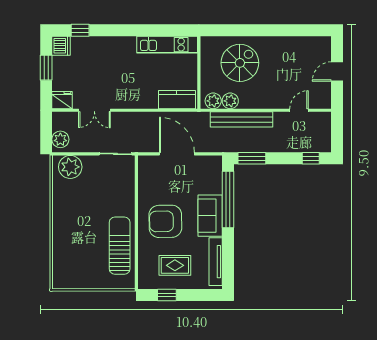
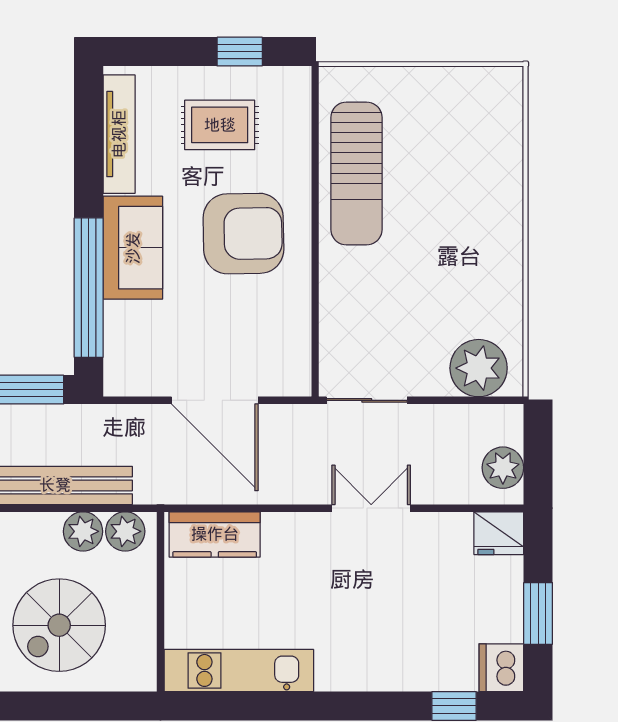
double door: (94, 110) -> (371, 508), moved
plant: (60, 139) -> (503, 468), moved

